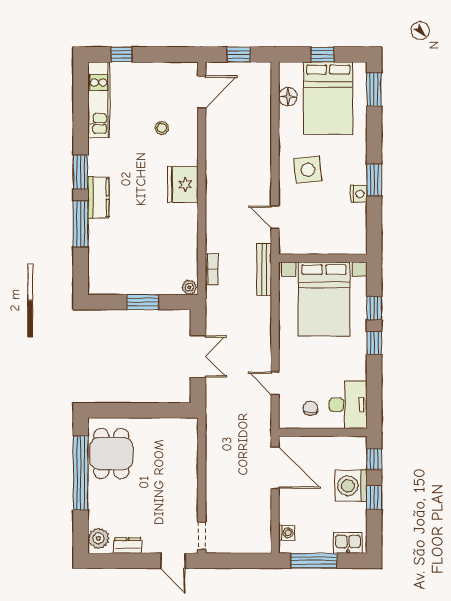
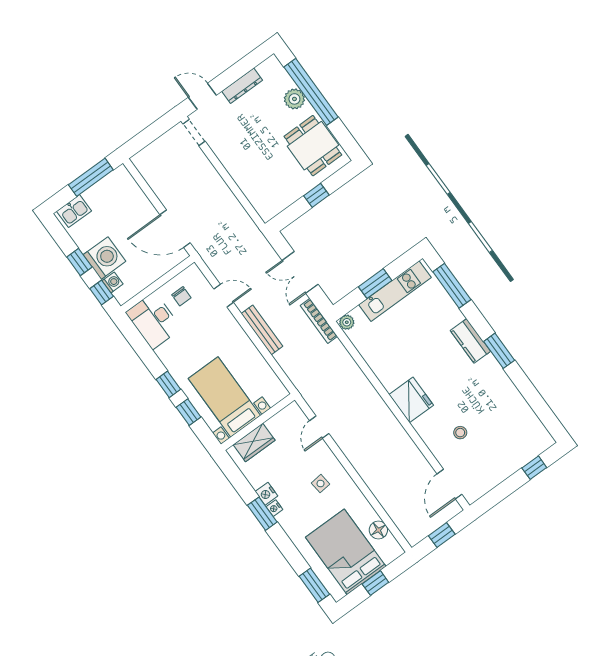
kitchen unit: (99, 100) -> (395, 291), moved, turned -90
side table: (308, 170) -> (321, 484), width x0.54, depth x0.54
nightstand: (361, 177) -> (274, 508), added
door: (275, 217) -> (319, 427), swing flipped
window: (81, 224) -> (452, 286), moved
wardrobe: (338, 244) -> (254, 442), added
bookcase: (212, 269) -> (319, 321), moved, width x1.56
bench: (264, 269) -> (262, 330), moved
bed with nightstands: (324, 299) -> (224, 397), width x0.73
window: (138, 410) -> (316, 195), added
window: (81, 473) -> (311, 92), moved
washing machine: (286, 533) -> (113, 282), moved, turned 180
plant: (99, 538) -> (294, 99), moved
dresser: (128, 546) -> (242, 86), width x1.44

